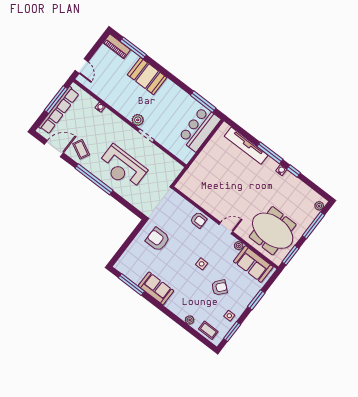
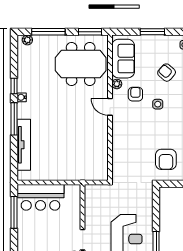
armchair: (199, 220) -> (135, 94), moved
meeting table: (273, 231) -> (81, 64), turned 90

